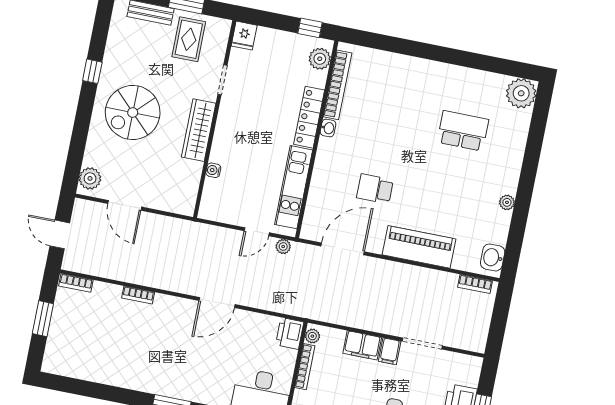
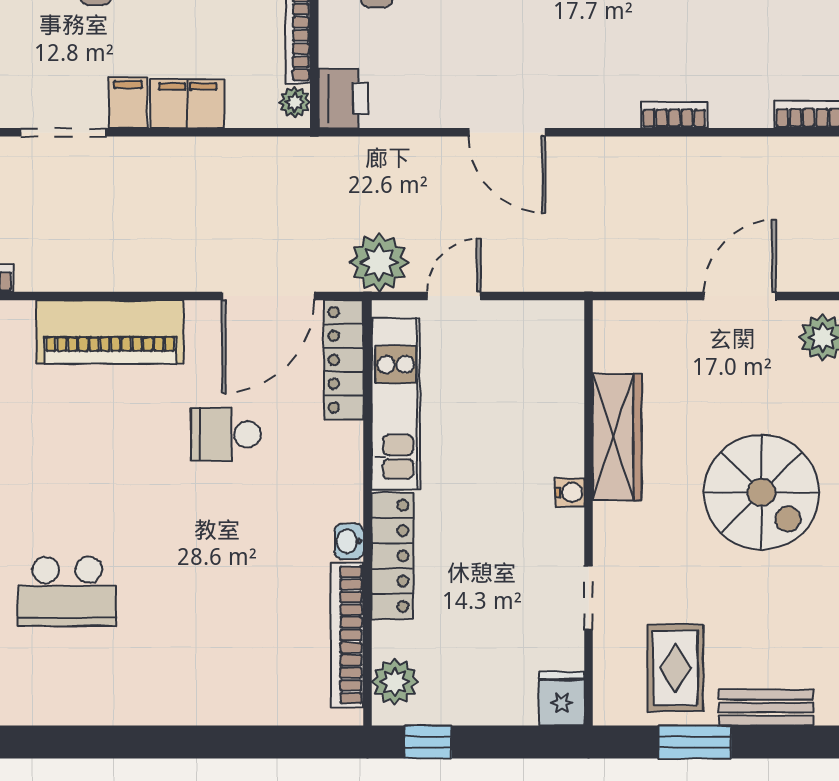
spiral stairs: (133, 113) -> (761, 492), turned 90
wardrobe: (199, 130) -> (617, 437), moved
water cooler: (213, 170) -> (570, 492), moved
school desk: (375, 189) -> (226, 434), turned 180
door: (125, 205) -> (740, 296), hinge flipped
locker: (314, 212) -> (344, 360), added
plant: (283, 247) -> (379, 262), width x1.87, depth x1.87
door: (217, 302) -> (507, 132), swing flipped

